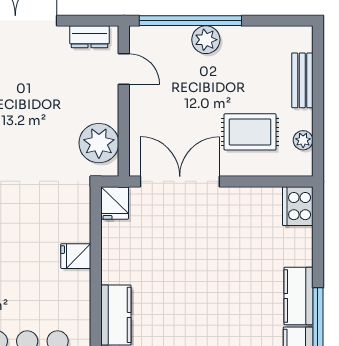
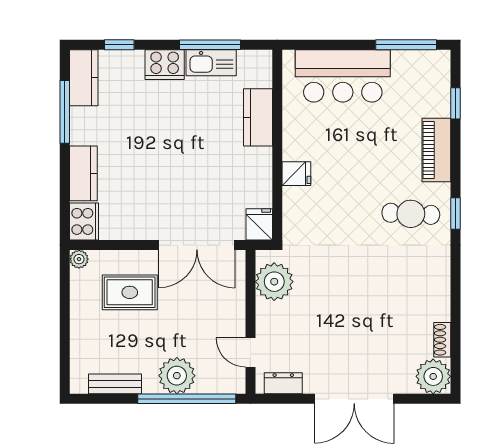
plant: (206, 40) -> (177, 376), width x1.36, depth x1.36
bench: (302, 80) -> (115, 384), moved, turned 90
plant: (303, 140) -> (79, 259), moved
kitchen counter: (298, 296) -> (83, 173), moved

